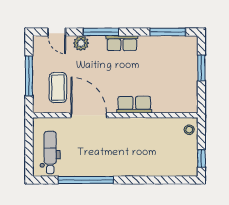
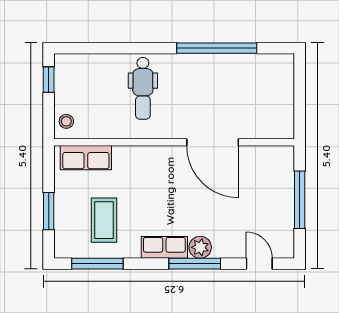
plant: (81, 43) -> (200, 247), moved
coffee table: (58, 88) -> (104, 220), moved
row of seats: (134, 105) -> (86, 158), moved
dental chair: (50, 152) -> (143, 88), moved

